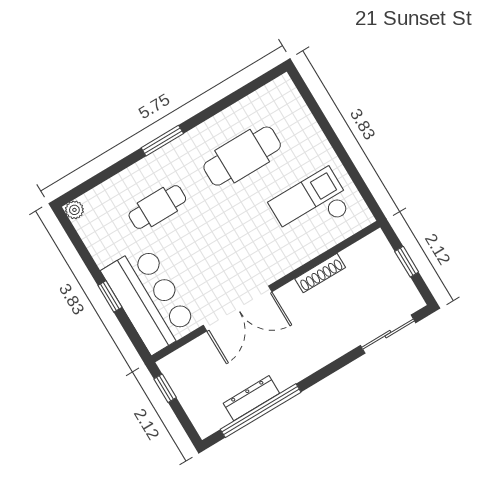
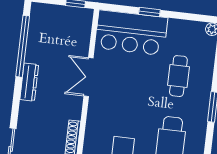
double door: (238, 309) -> (89, 77), width x0.73
dresser: (251, 398) -> (29, 82), moved

